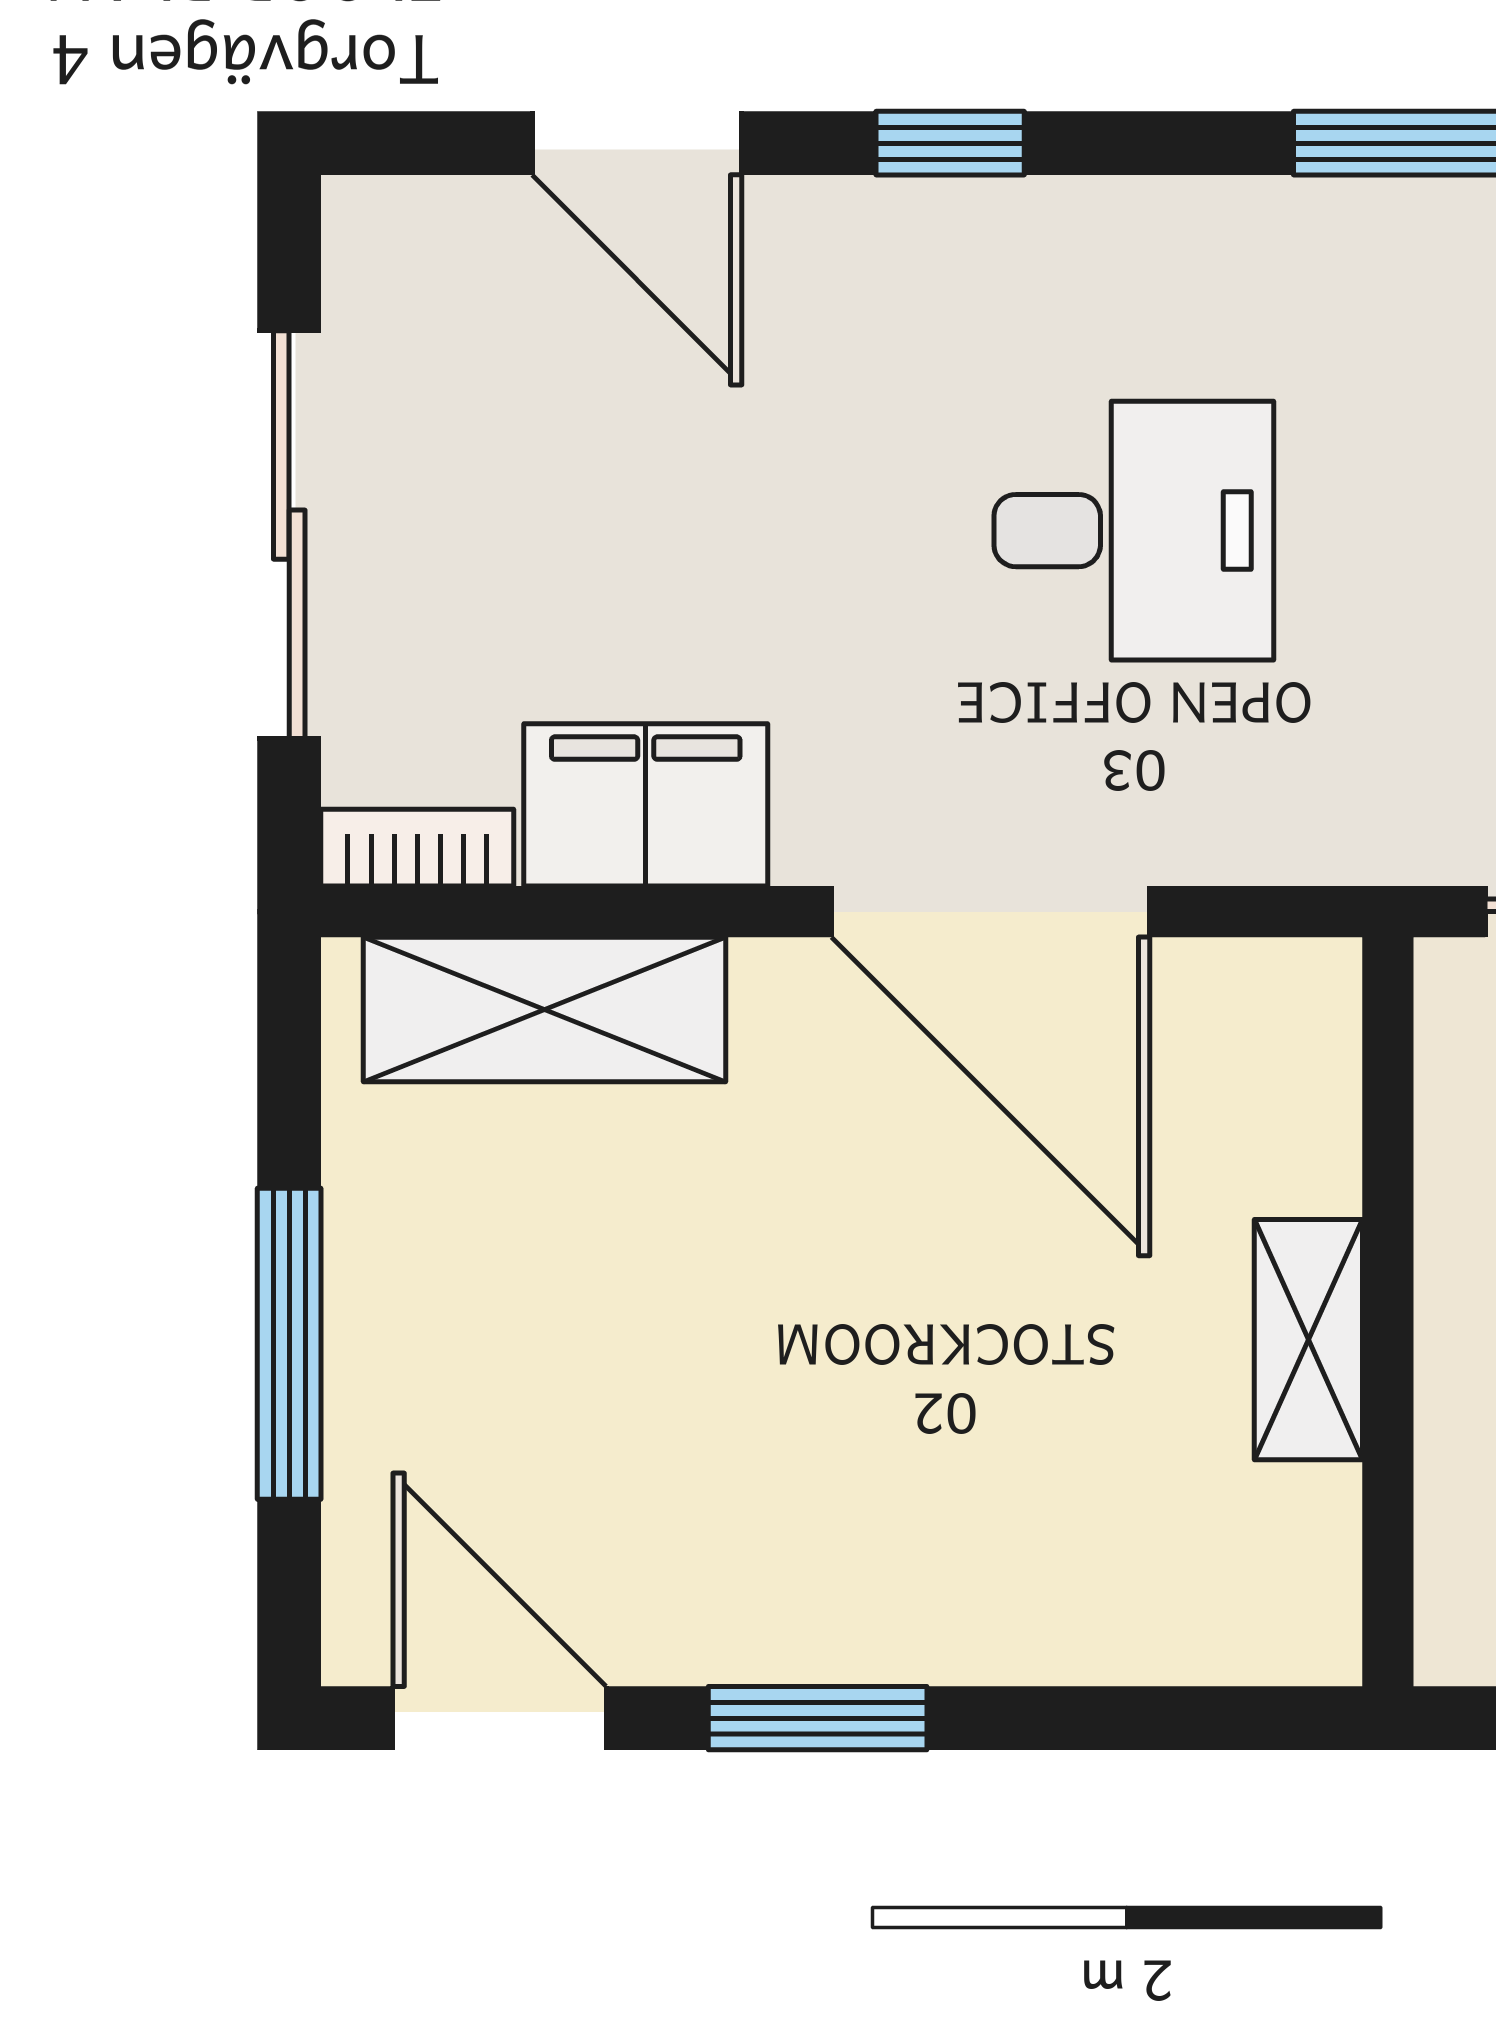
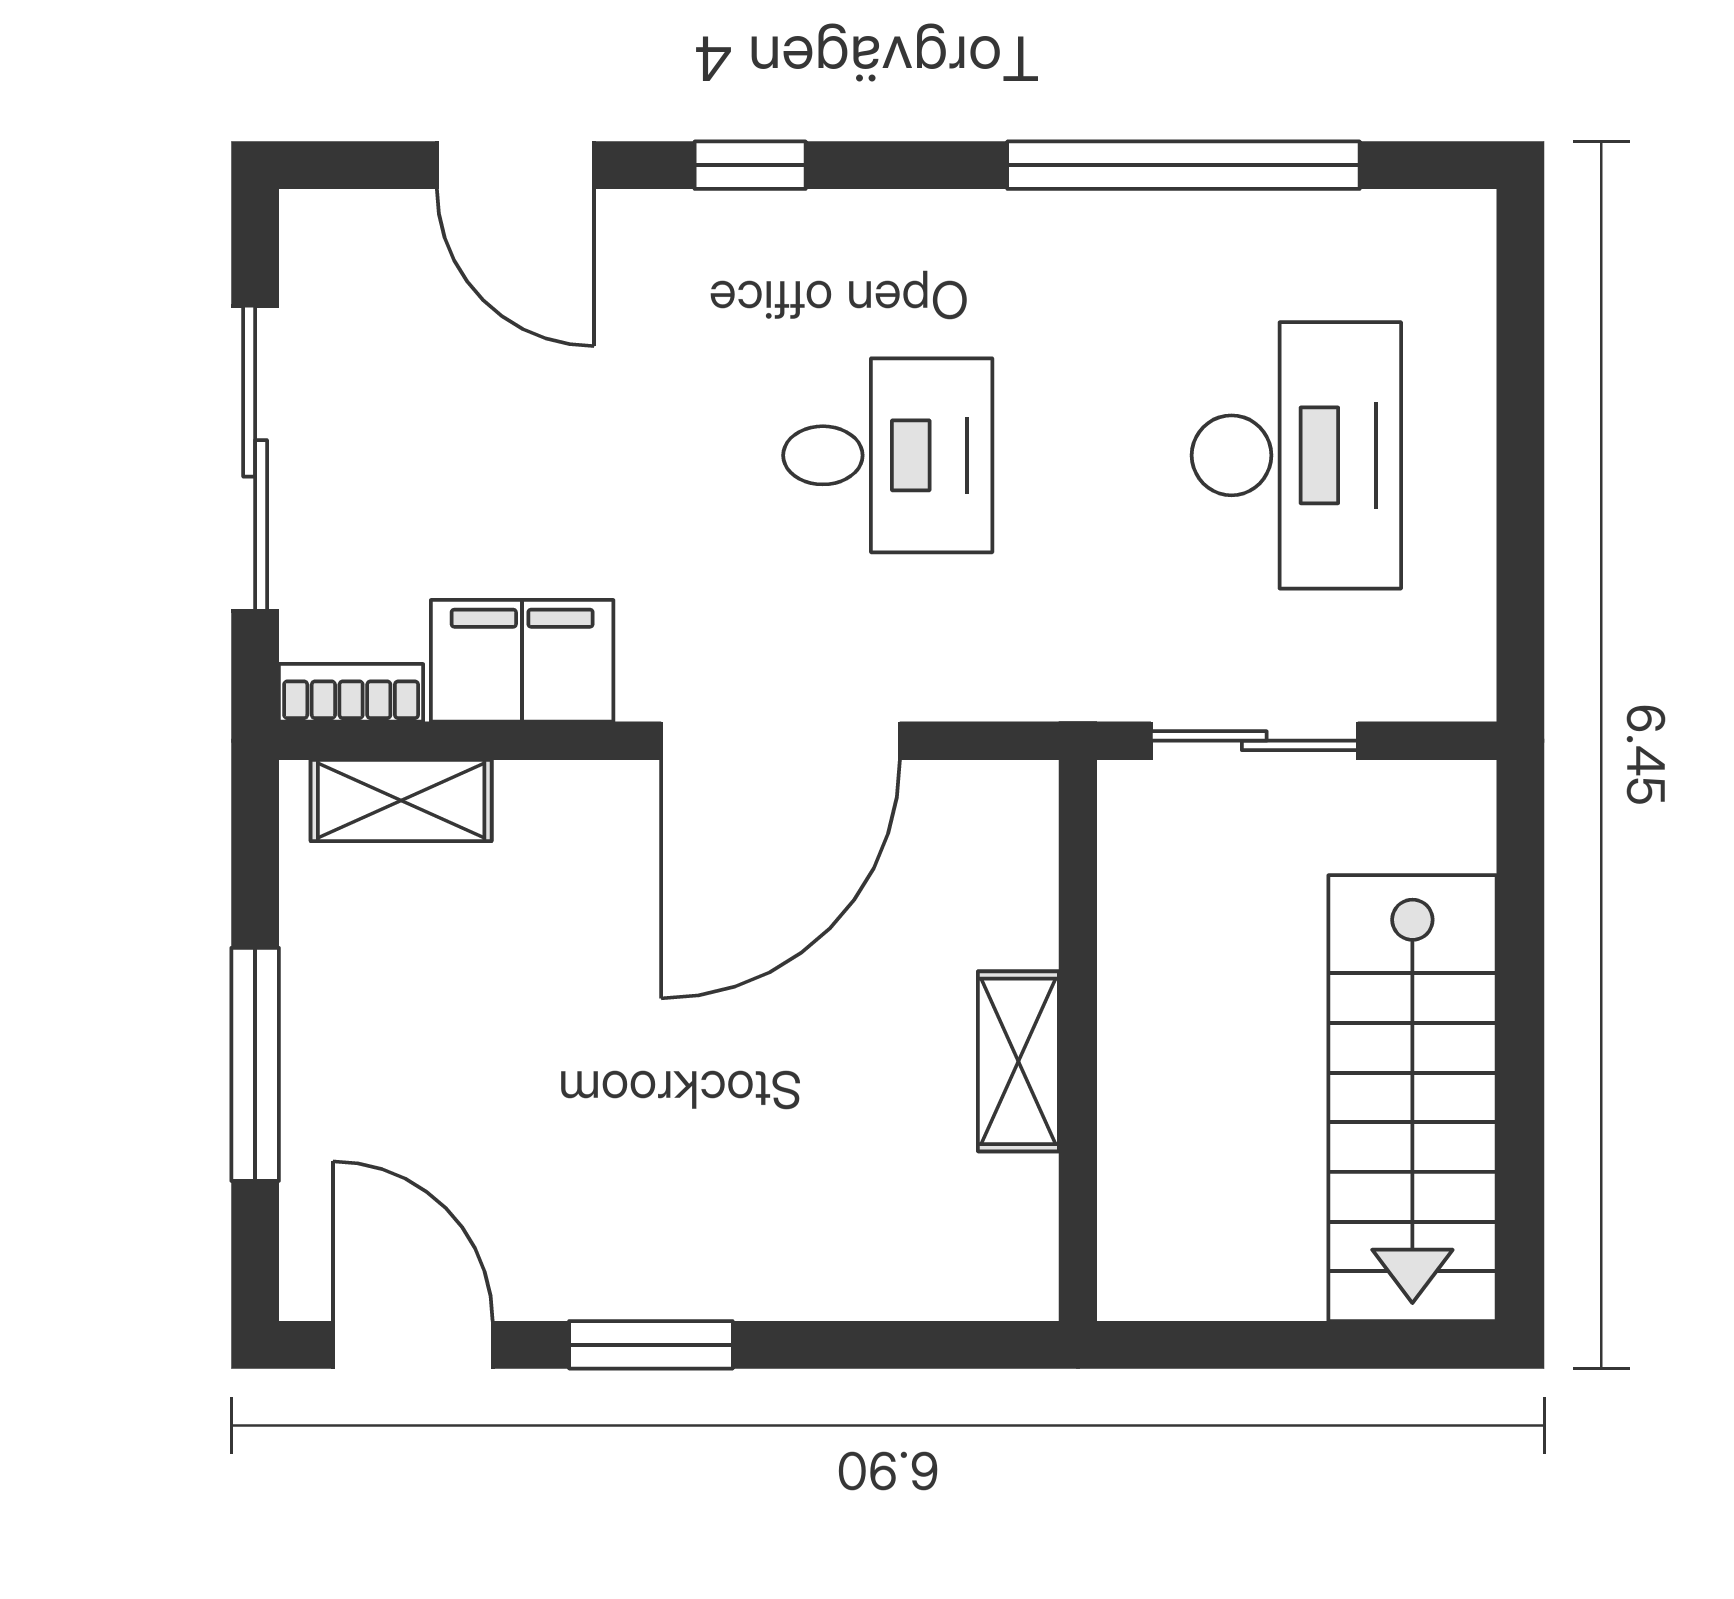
door: (991, 912) -> (780, 741), hinge flipped
shelving: (545, 1009) -> (401, 800), width x0.67, depth x0.75

